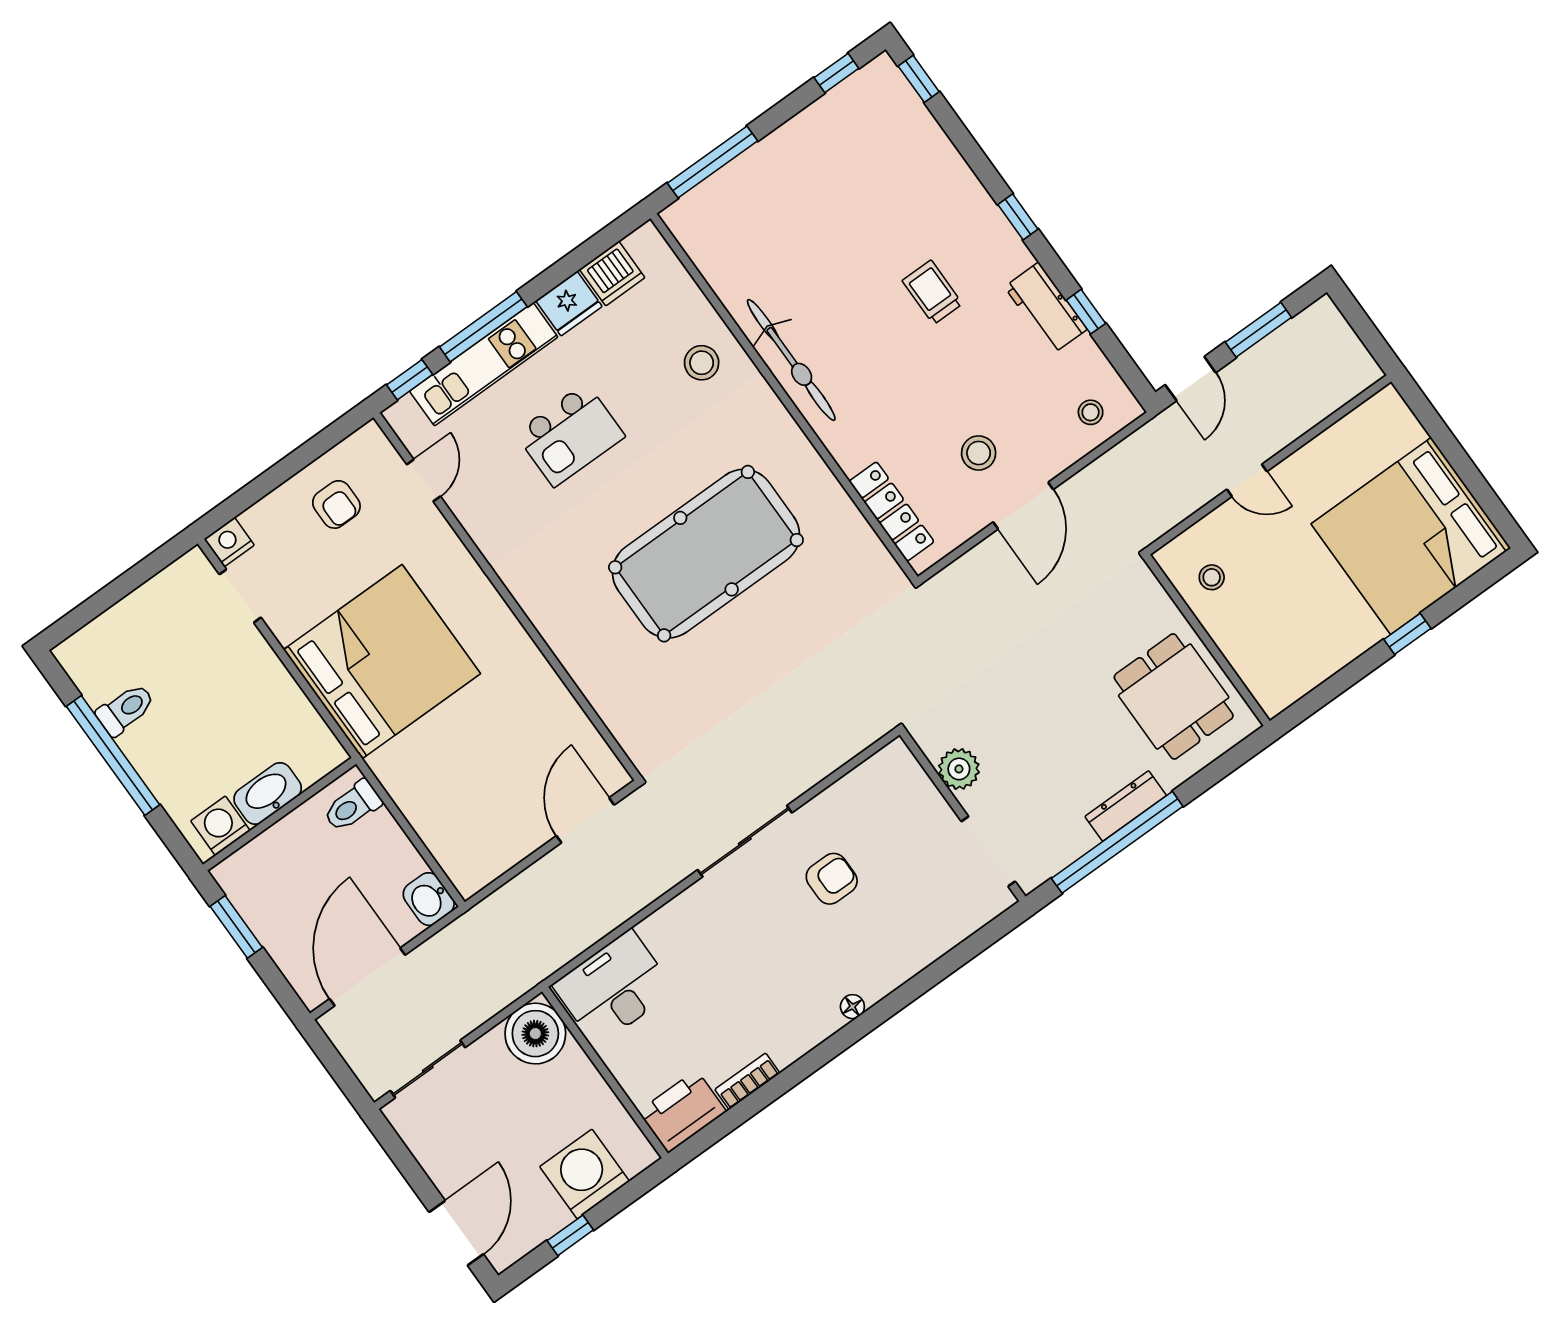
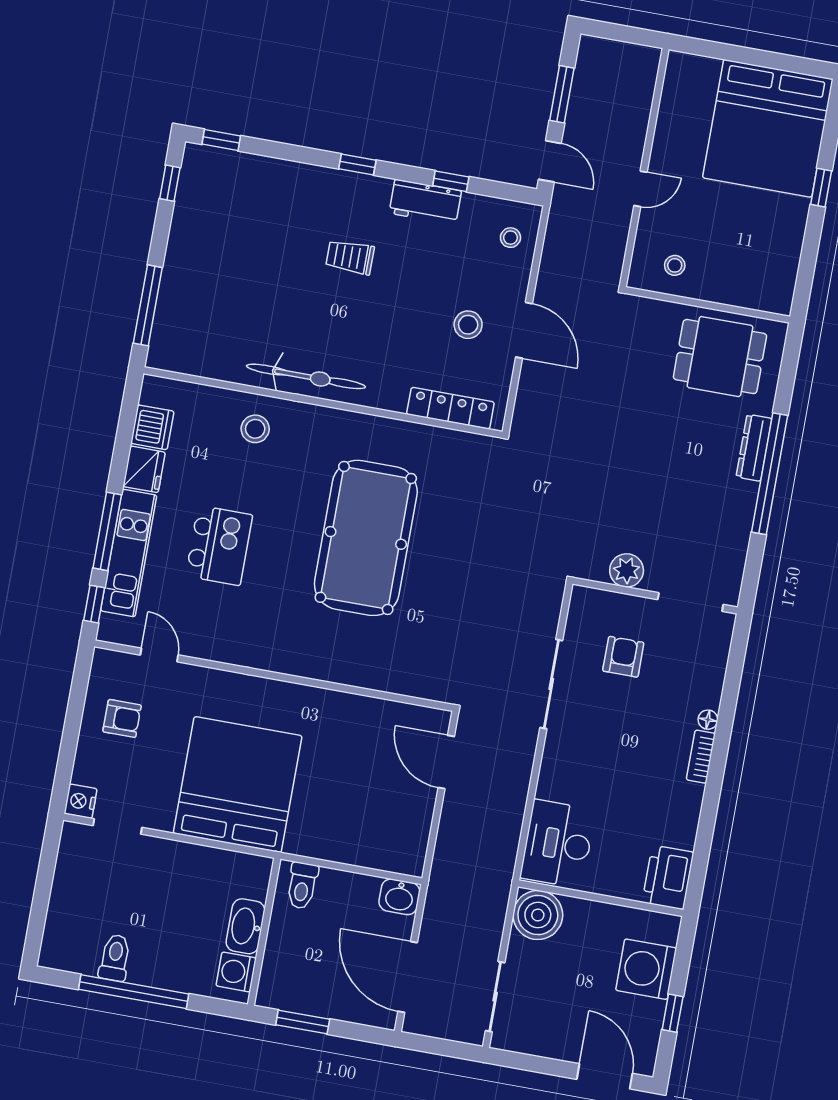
plant: (959, 769) -> (627, 570), moved
wall: (963, 816) -> (655, 596), moved
doorway: (988, 851) -> (690, 602), moved
bookcase: (747, 1081) -> (701, 757), moved

